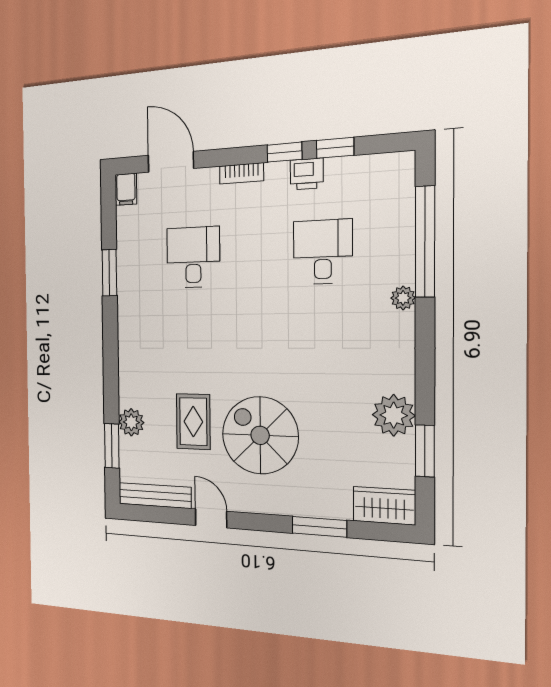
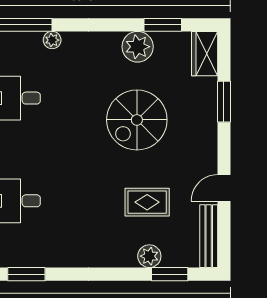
spiral stairs: (260, 435) -> (137, 120), moved

